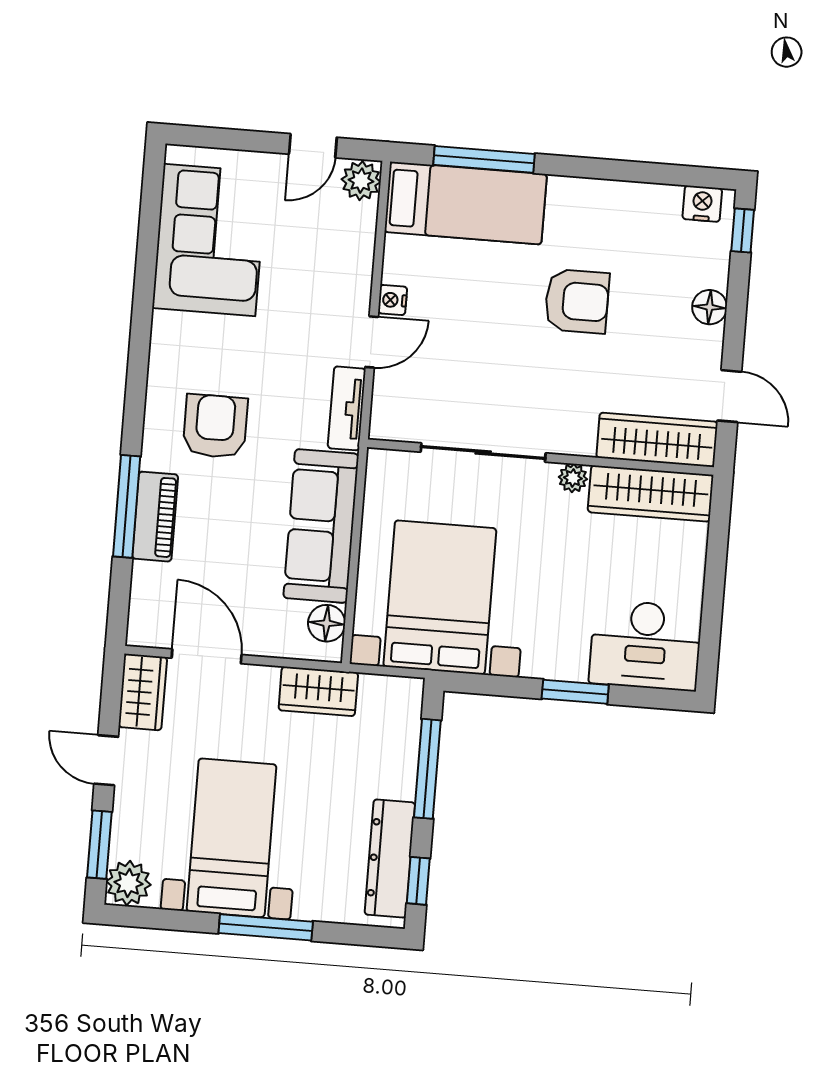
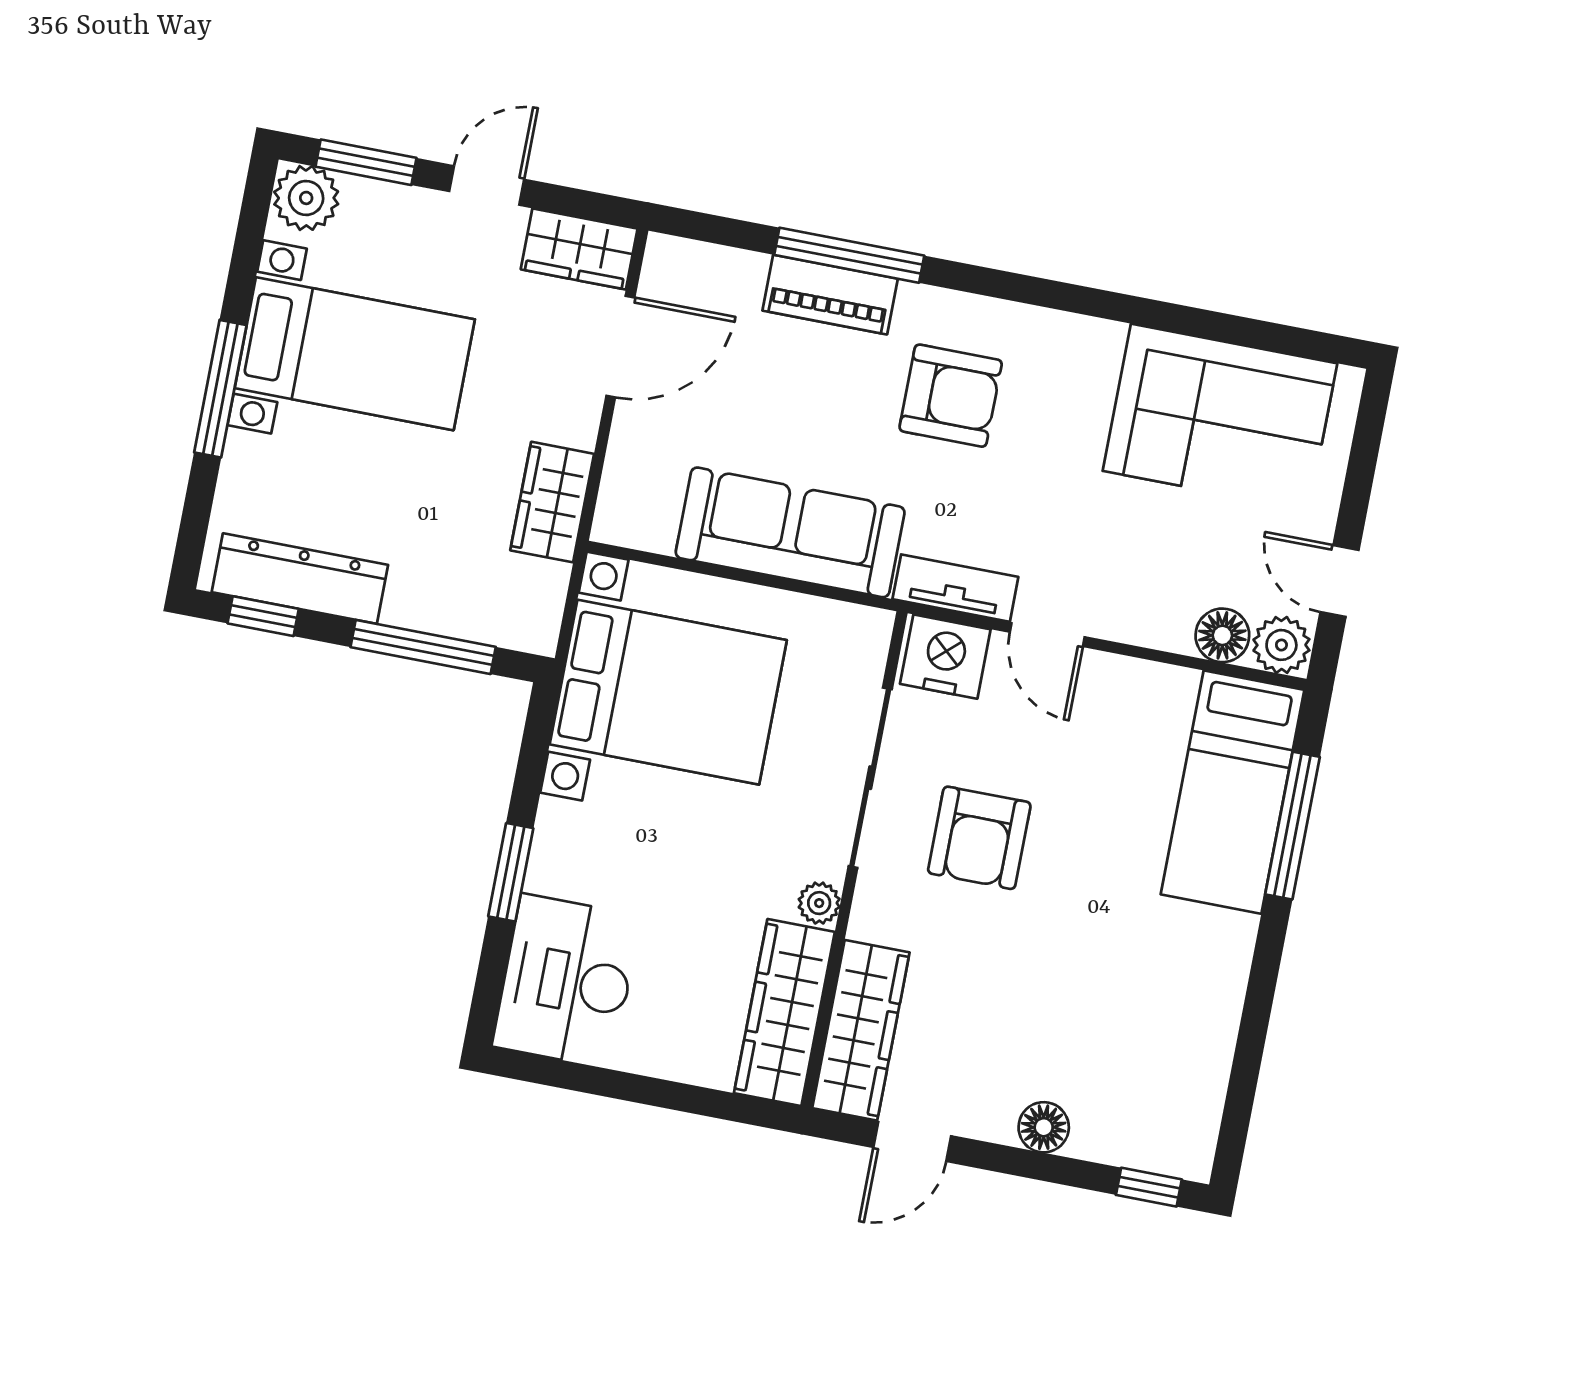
nightstand: (702, 204) -> (1194, 1133), removed
nightstand: (392, 300) -> (945, 657), moved, width x1.89, depth x1.79
armchair: (577, 301) -> (979, 838), moved
floor lamp: (327, 623) -> (1222, 635), moved

